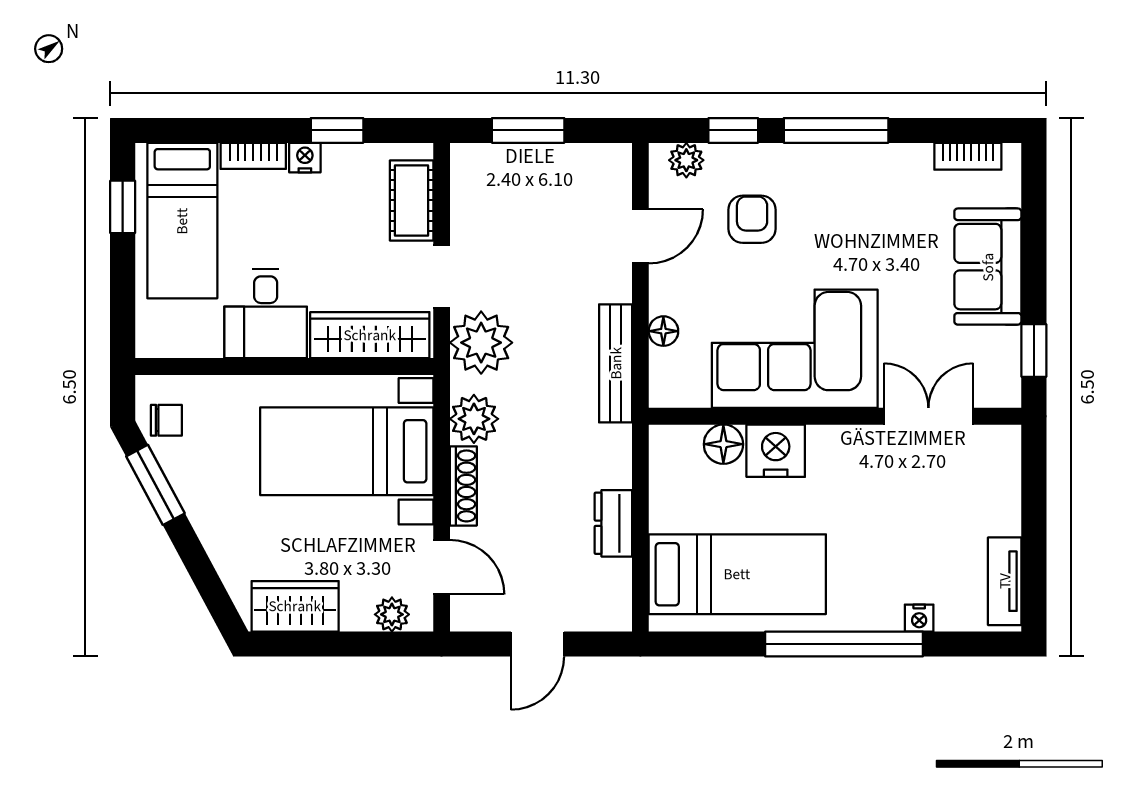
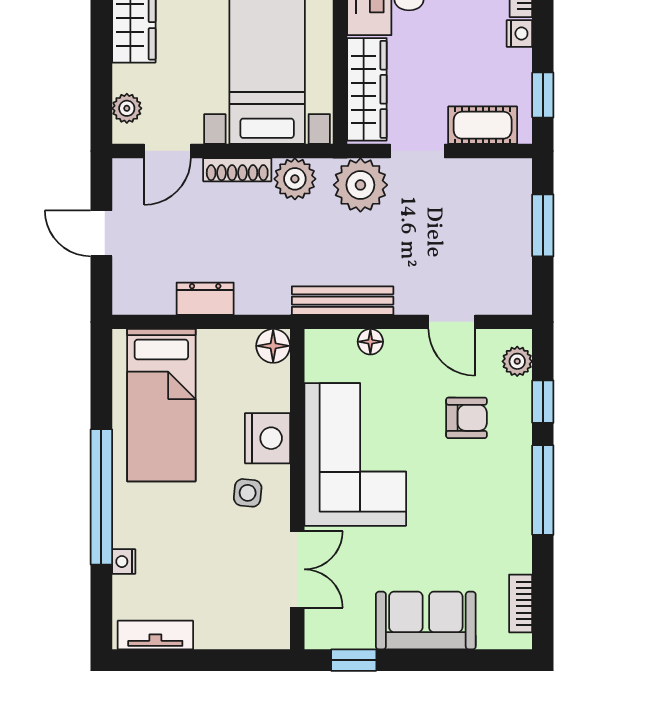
window: (337, 130) -> (543, 95), moved
floor lamp: (723, 444) -> (273, 346), moved
side table: (839, 474) -> (248, 493), added

